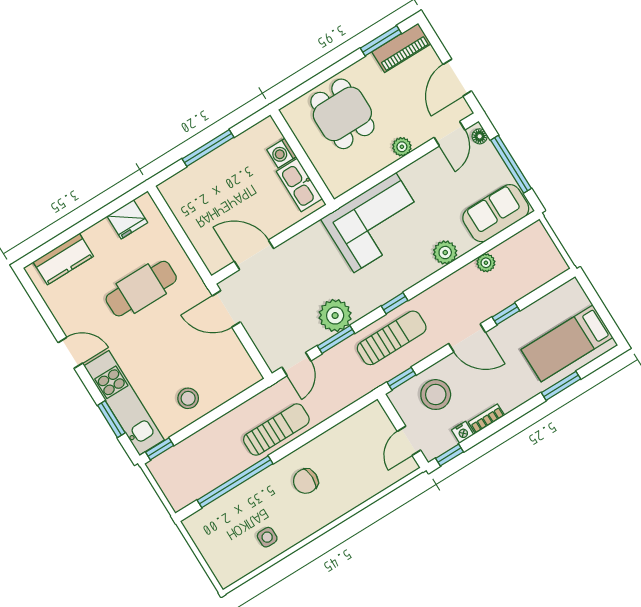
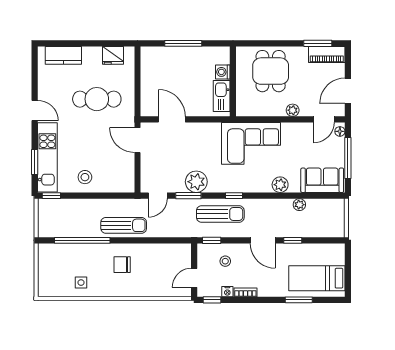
stool: (436, 395) -> (225, 261), width x0.53, depth x0.53

